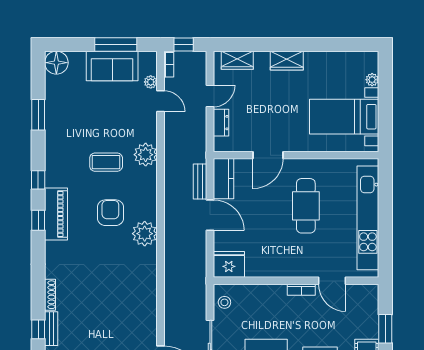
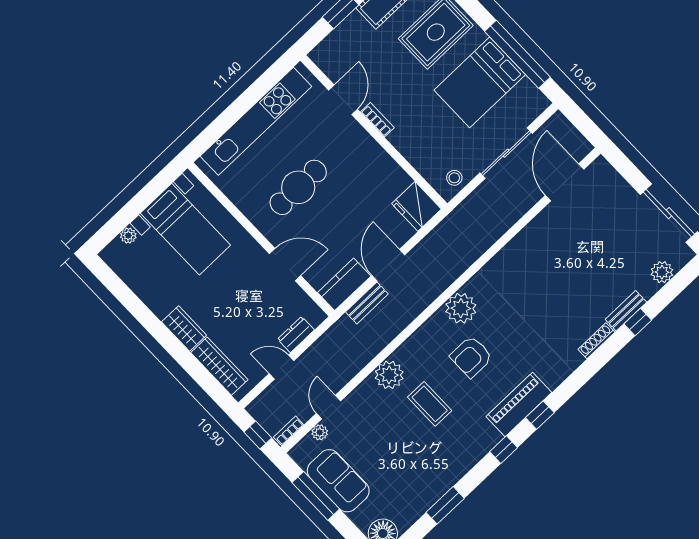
wardrobe: (237, 60) -> (219, 366), width x1.50

